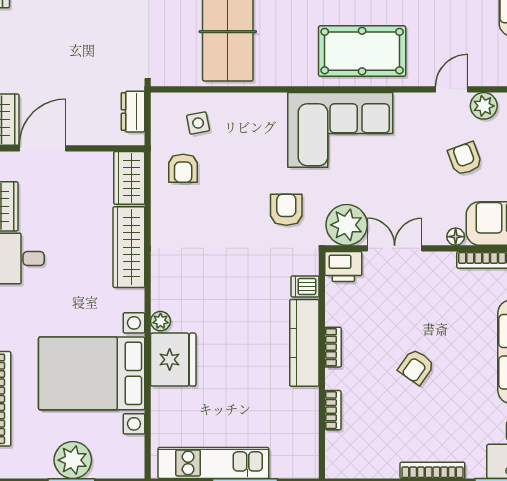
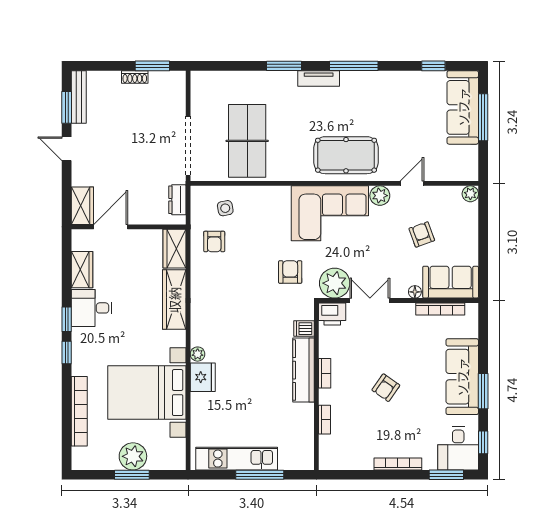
plant: (484, 106) -> (380, 196), moved
fridge: (173, 360) -> (203, 377), width x0.73, depth x0.75

